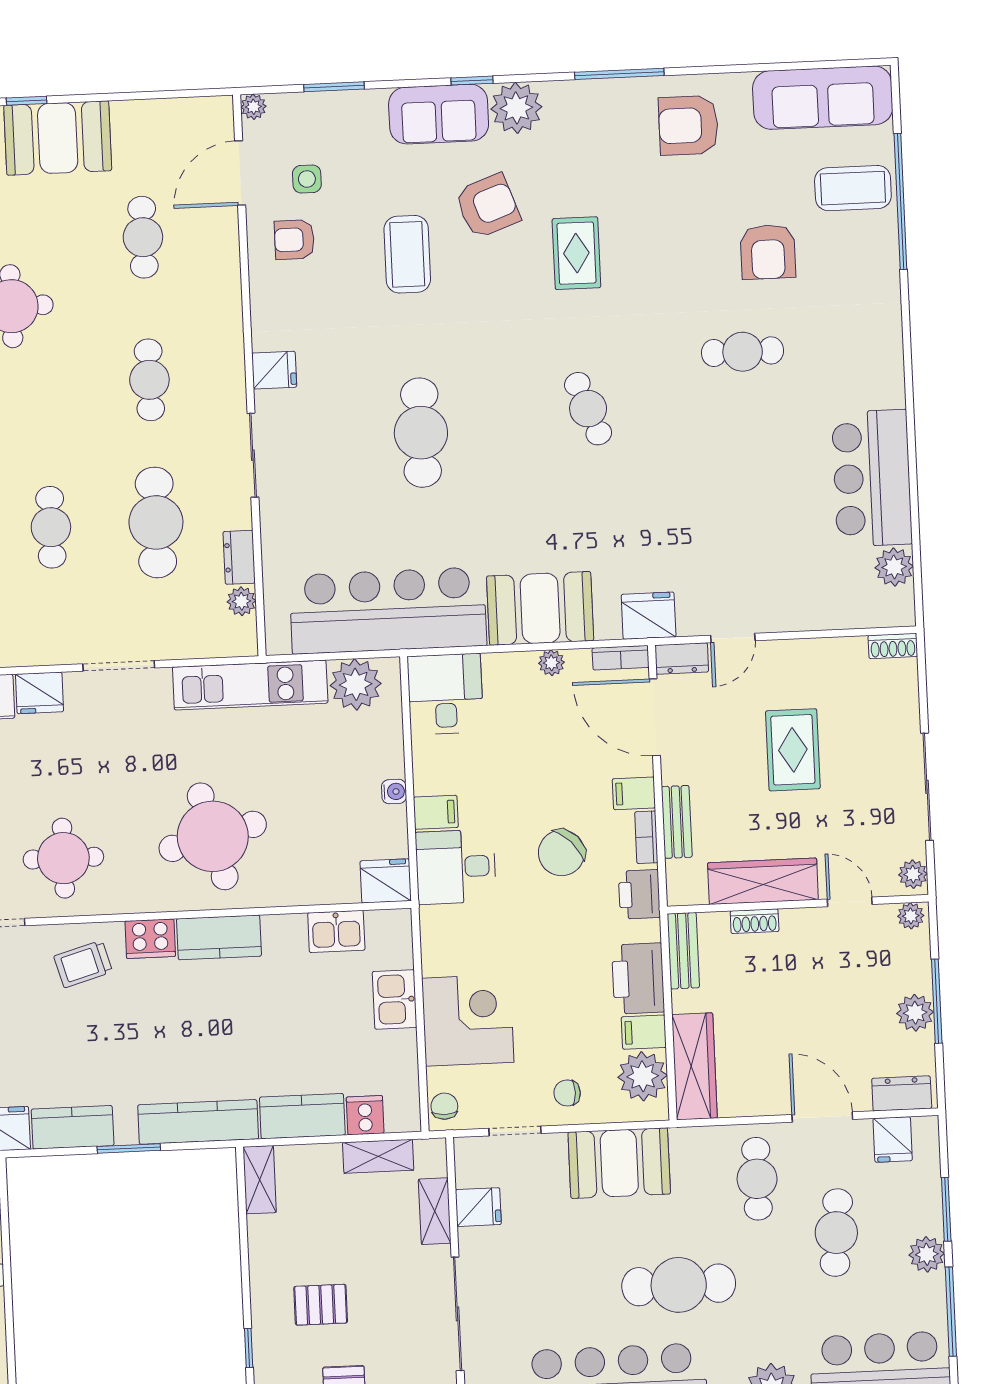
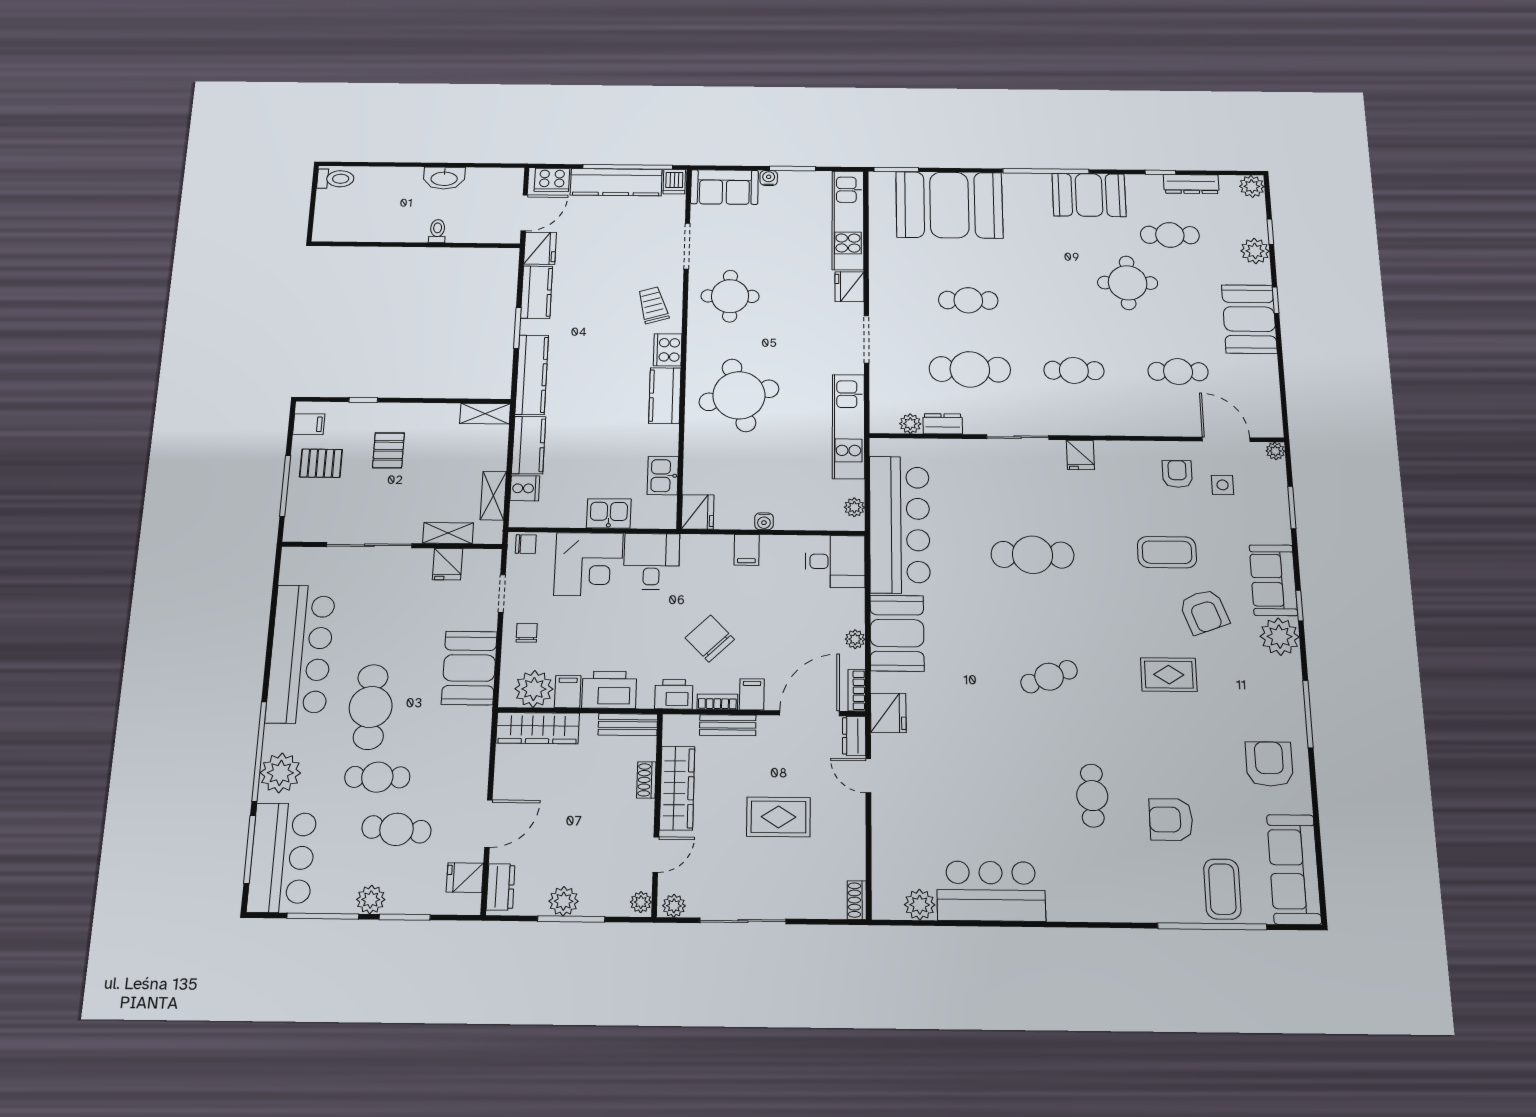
plant: (356, 684) -> (854, 507), width x0.53, depth x0.53
desk: (456, 867) -> (651, 561), moved
cafe table: (757, 1179) -> (377, 777), moved

